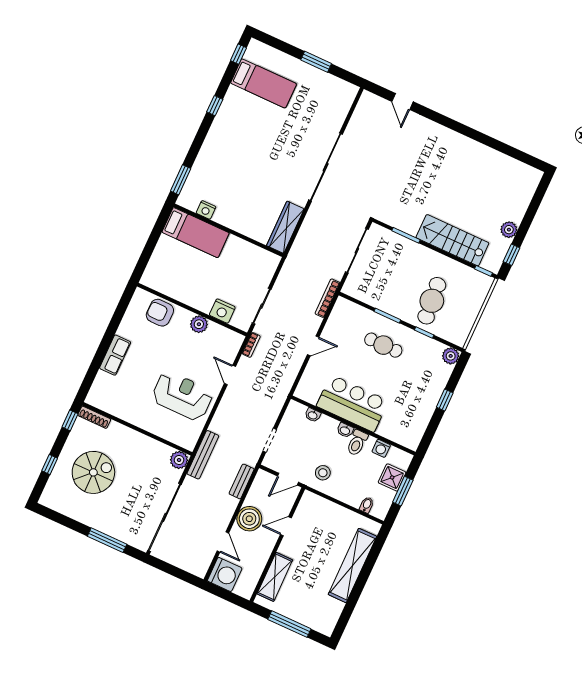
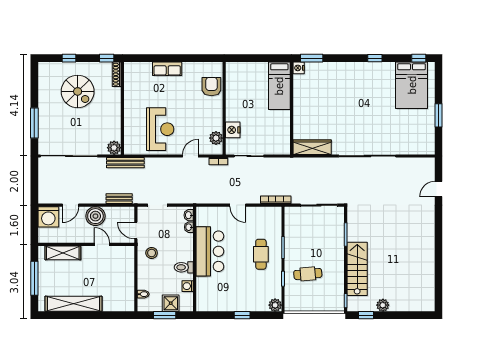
bed: (264, 83) -> (412, 85), width x1.50
nightstand: (206, 210) -> (299, 68), moved
cafe table: (432, 301) -> (308, 274), width x0.73, depth x0.74
plant: (199, 324) -> (216, 138), moved
washbasin: (345, 430) -> (189, 215), moved
shelving: (352, 565) -> (74, 304), moved

